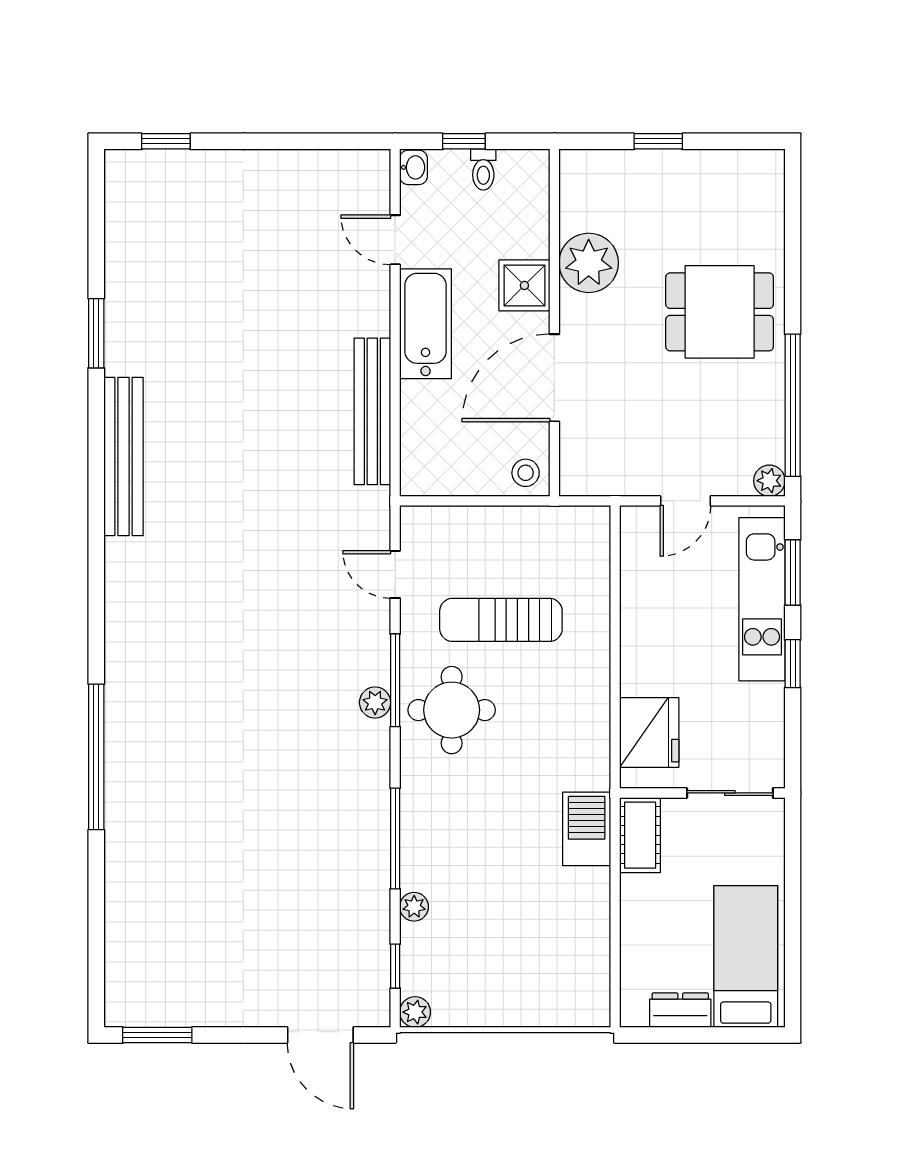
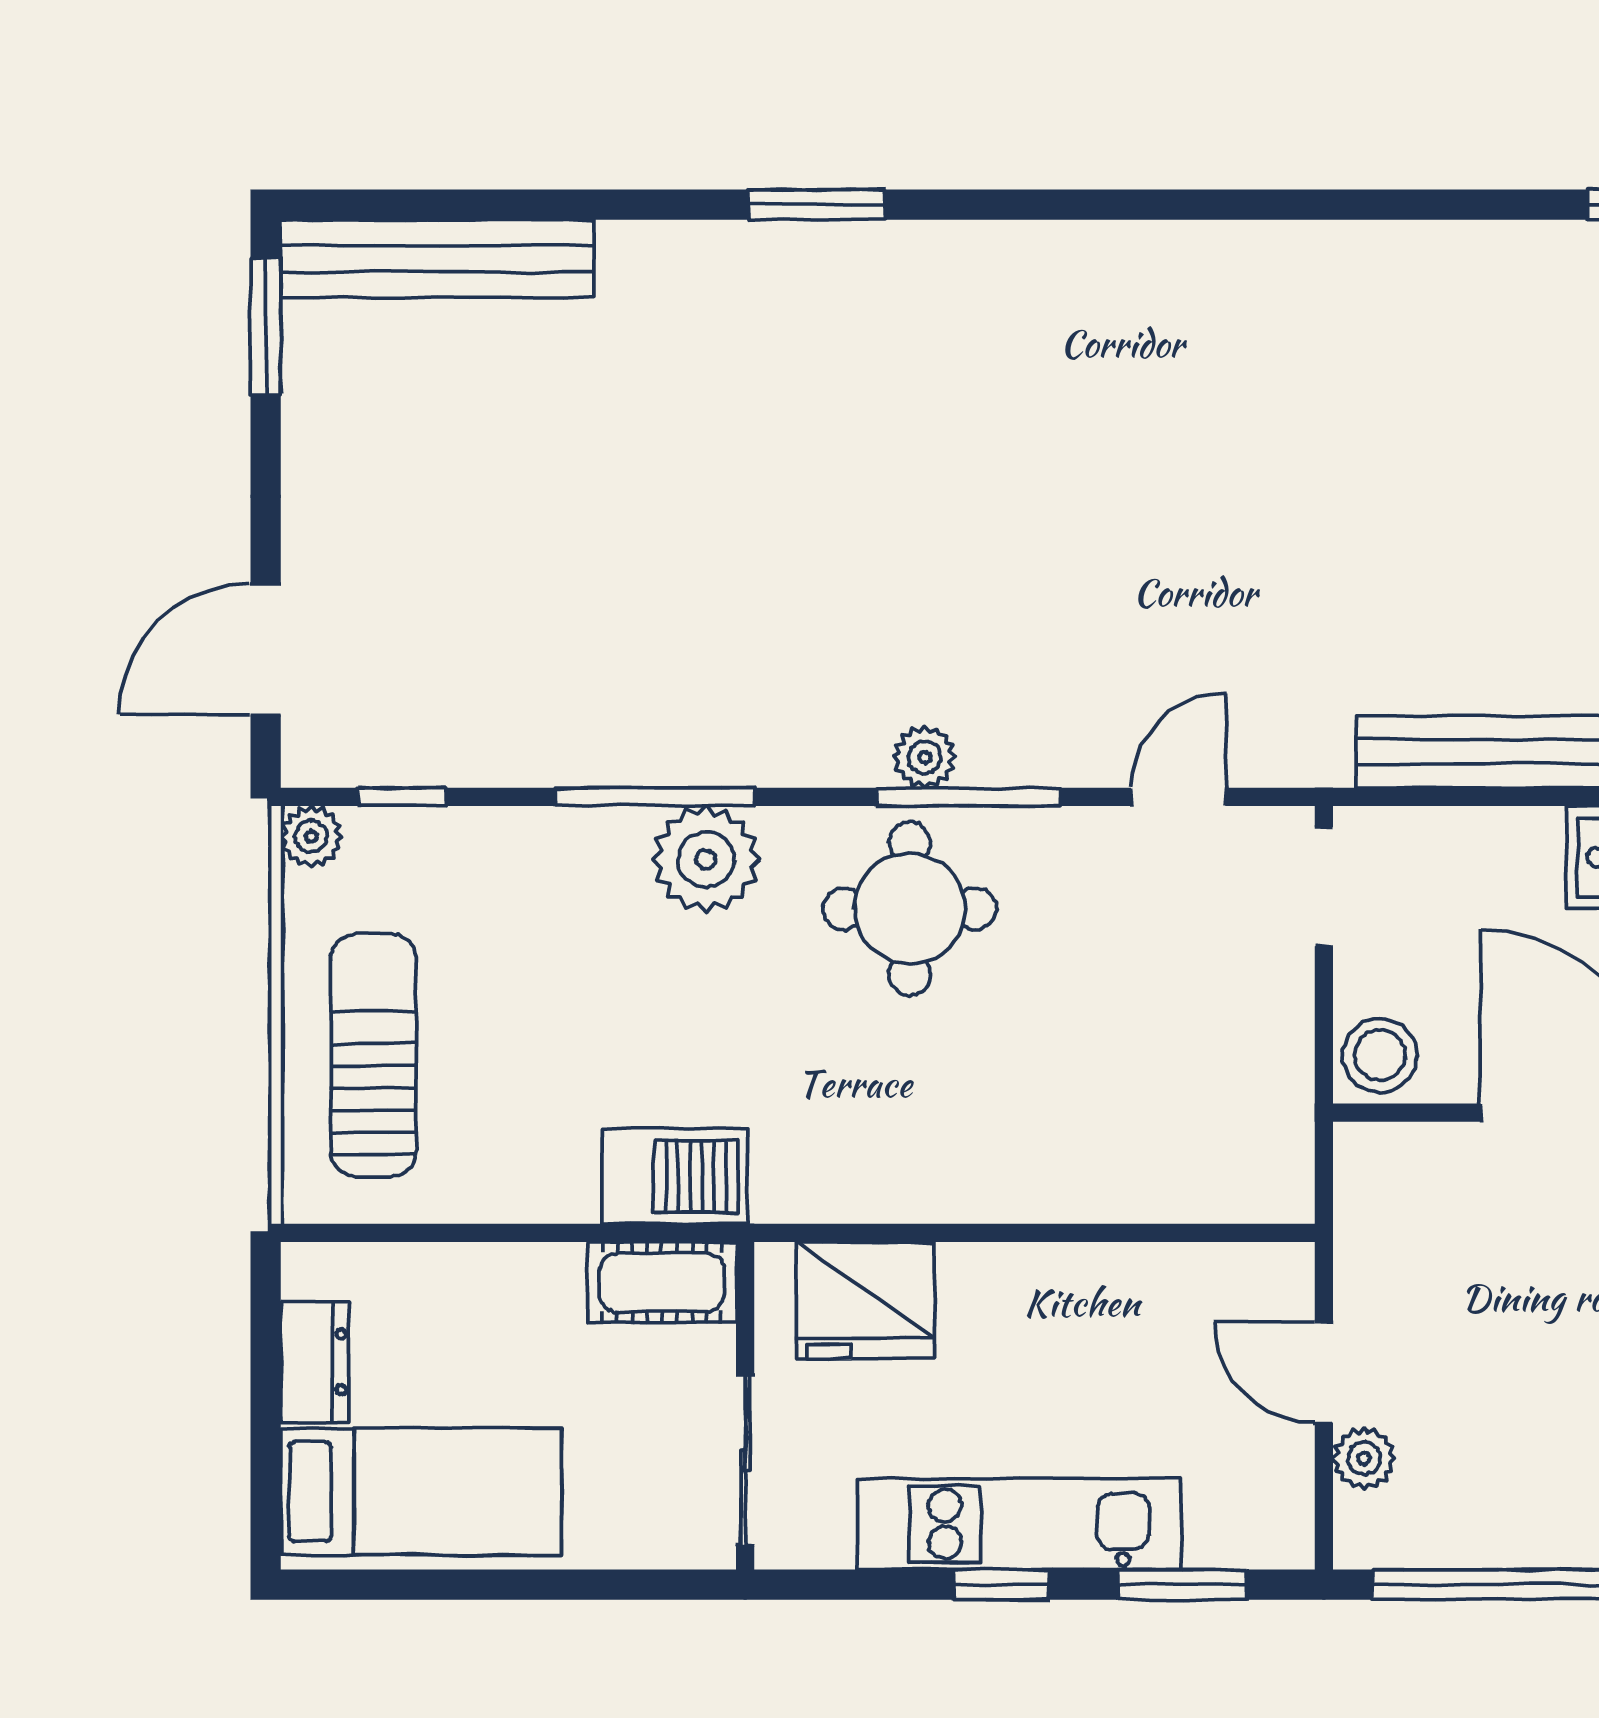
bench: (123, 456) -> (438, 259), moved
stool: (526, 473) -> (1380, 1055), width x1.37, depth x1.37
plant: (769, 481) -> (1364, 1458), moved
doorway: (440, 501) -> (1324, 887), added
kitchen unit: (762, 599) -> (1020, 1524), moved
sun lounger: (501, 620) -> (374, 1056), moved
window: (96, 757) -> (817, 205), width x0.47
plant: (414, 907) -> (706, 859), moved, width x1.88, depth x1.88

